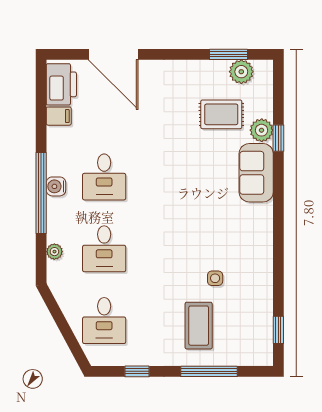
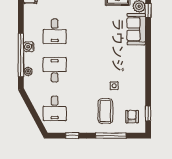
water cooler: (56, 186) -> (29, 47), moved
window: (41, 193) -> (21, 55), moved
desk: (104, 249) -> (55, 70), turned 180
armchair: (248, 336) -> (132, 117), added

